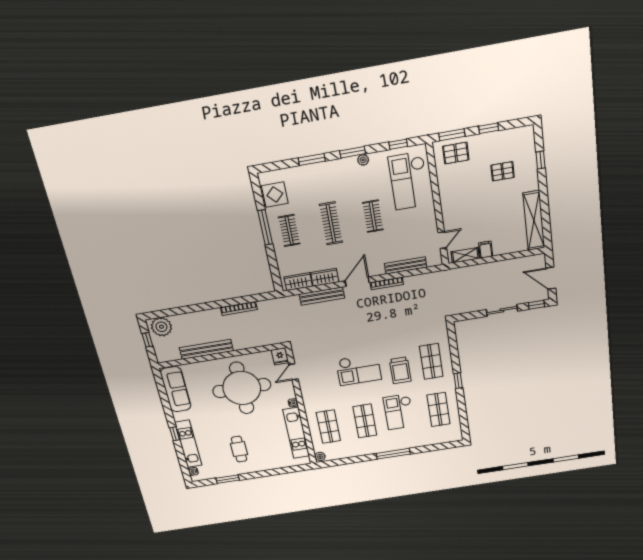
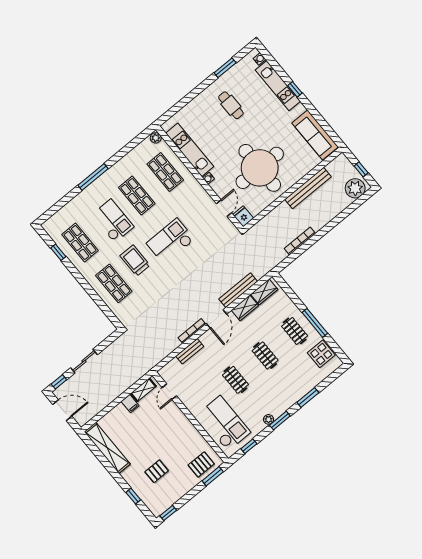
window: (489, 128) -> (168, 513), moved
clothes rail: (331, 223) -> (265, 355), width x0.73
bench: (406, 265) -> (190, 351), width x0.73
window: (458, 381) -> (58, 252), moved

